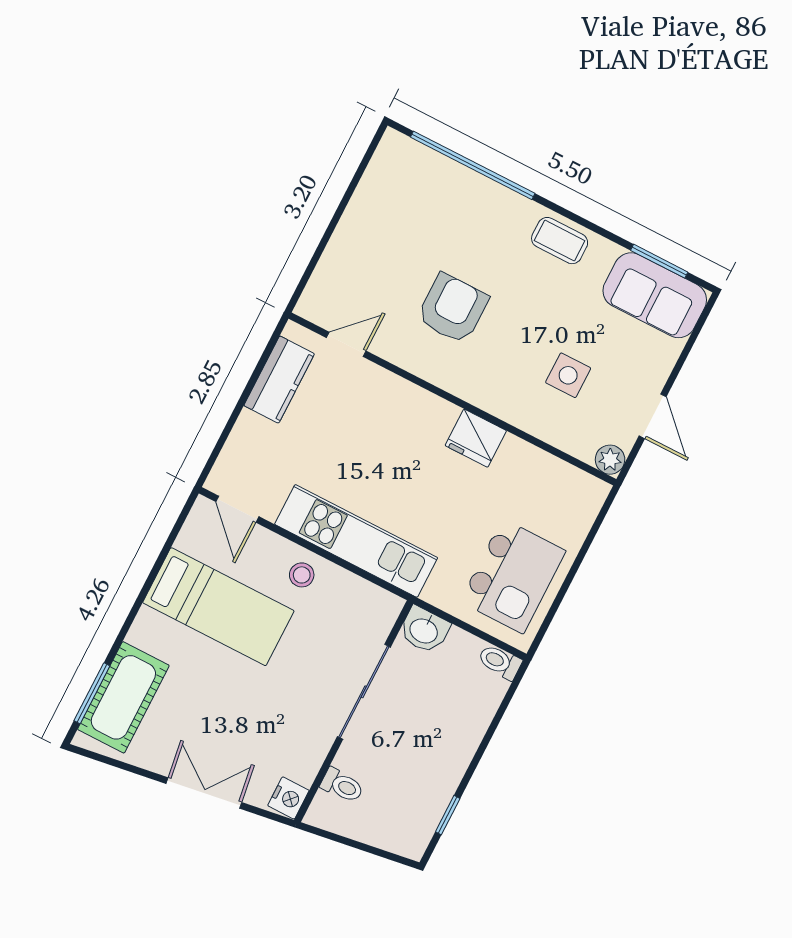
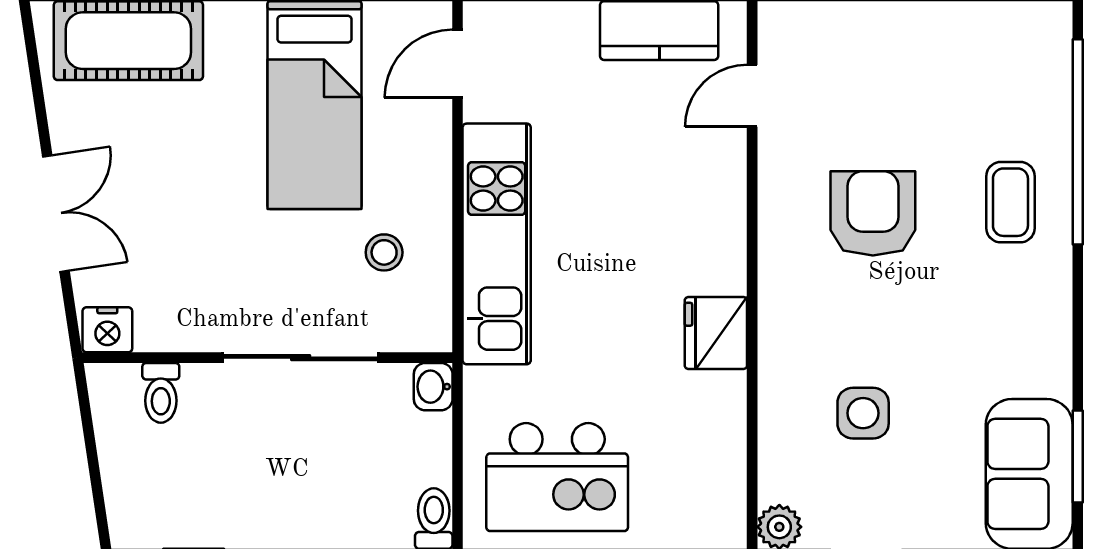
coffee table: (560, 241) -> (1010, 202), moved
armchair: (453, 308) -> (873, 213), turned -90
door: (346, 344) -> (752, 96), swing flipped
stool: (302, 575) -> (384, 252), moved
washbasin: (424, 630) -> (433, 387), width x0.72, depth x0.69

